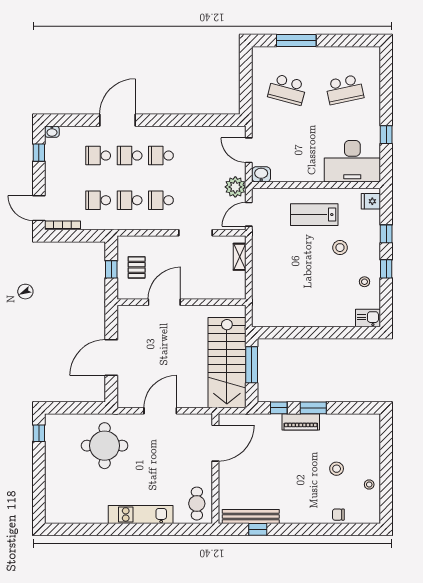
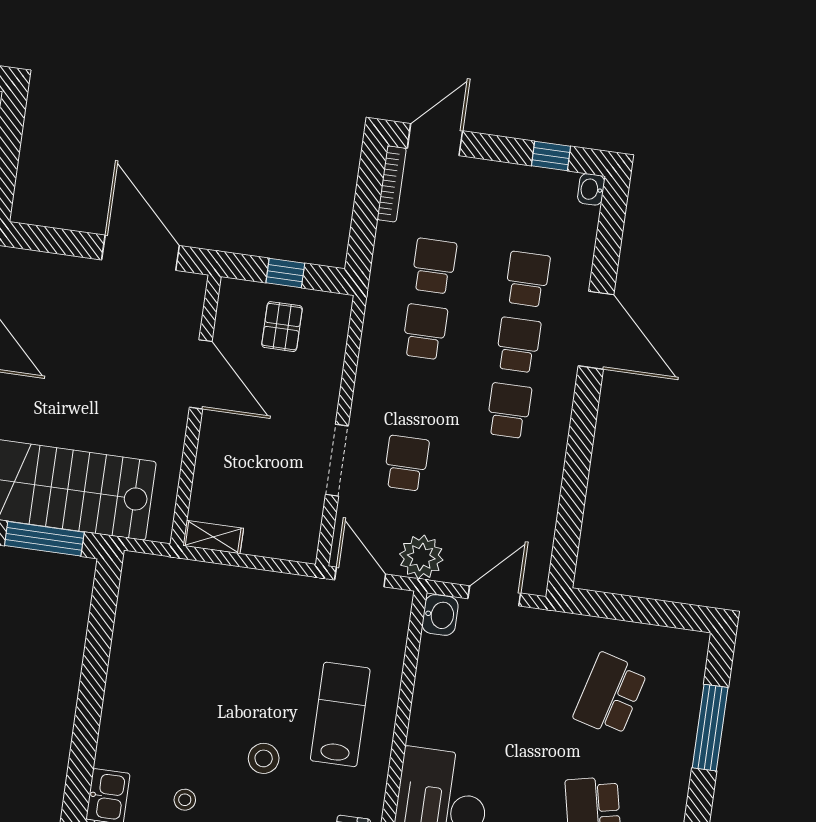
school desk: (161, 200) -> (406, 463), moved
shelving: (240, 257) -> (213, 537), moved
pallet: (137, 267) -> (282, 327), turned 90
door: (111, 357) -> (141, 253), moved

